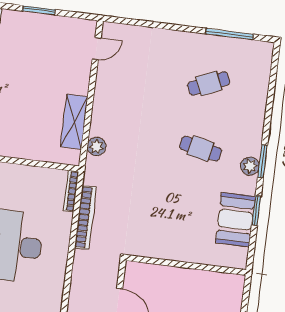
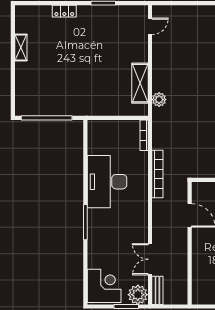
bookcase: (85, 217) -> (157, 174), moved

